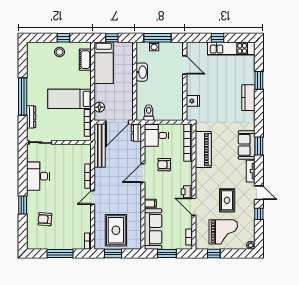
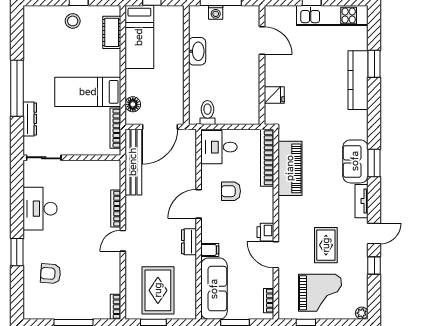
kitchen counter: (248, 98) -> (358, 80), width x1.50
dresser: (136, 133) -> (189, 242), moved
door: (259, 193) -> (374, 234), hinge flipped

